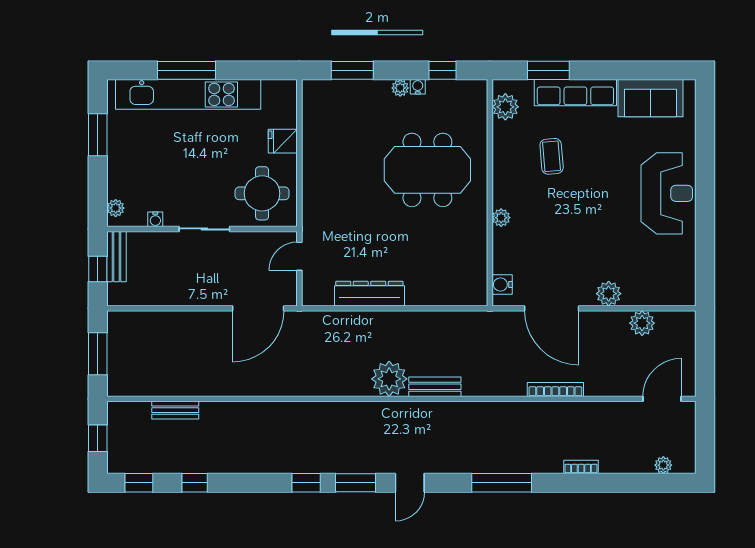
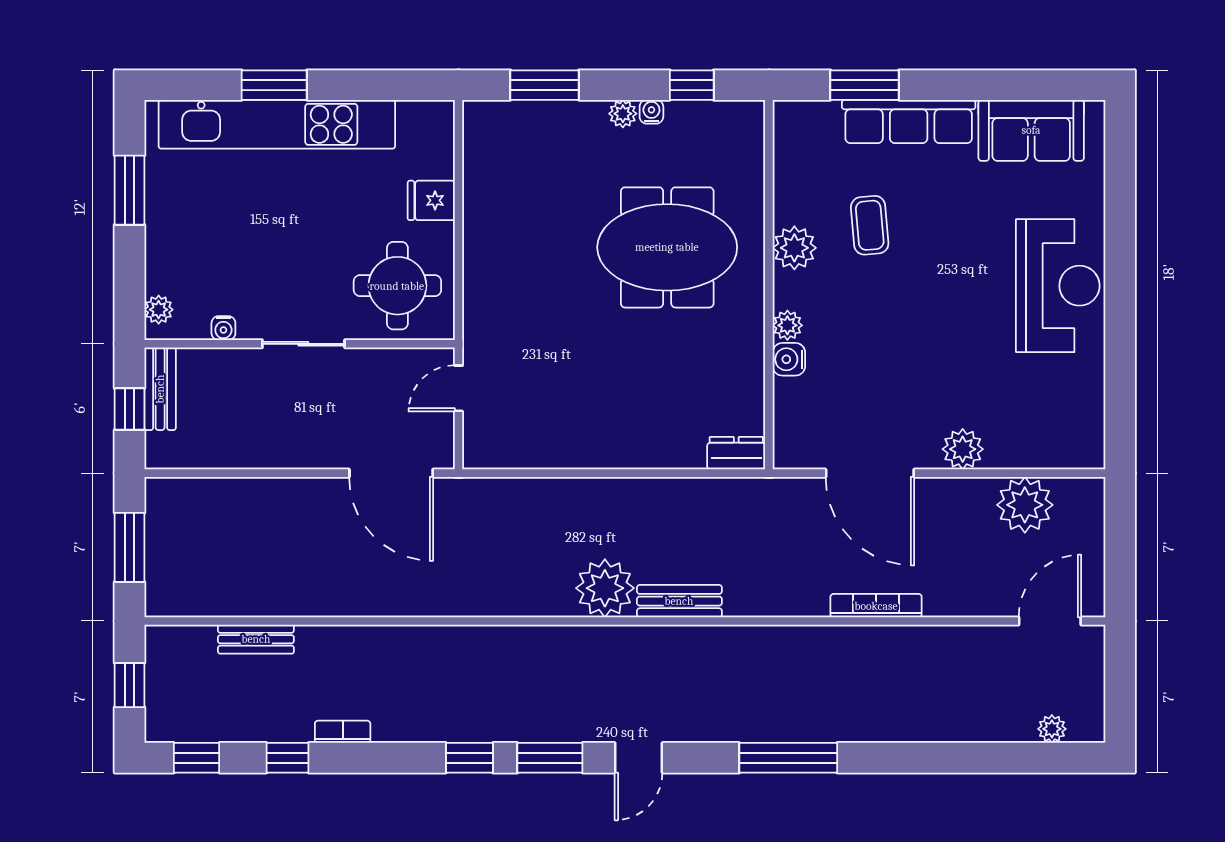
window: (186, 70) -> (274, 85), width x0.69
plant: (505, 107) -> (794, 248), moved
water cooler: (502, 285) -> (789, 359), moved
dresser: (369, 294) -> (736, 453), moved, width x0.51, depth x0.80
door: (258, 308) -> (391, 473), hinge flipped
plant: (642, 323) -> (1025, 505), width x1.36, depth x1.36
bookcase: (581, 467) -> (343, 732), moved

